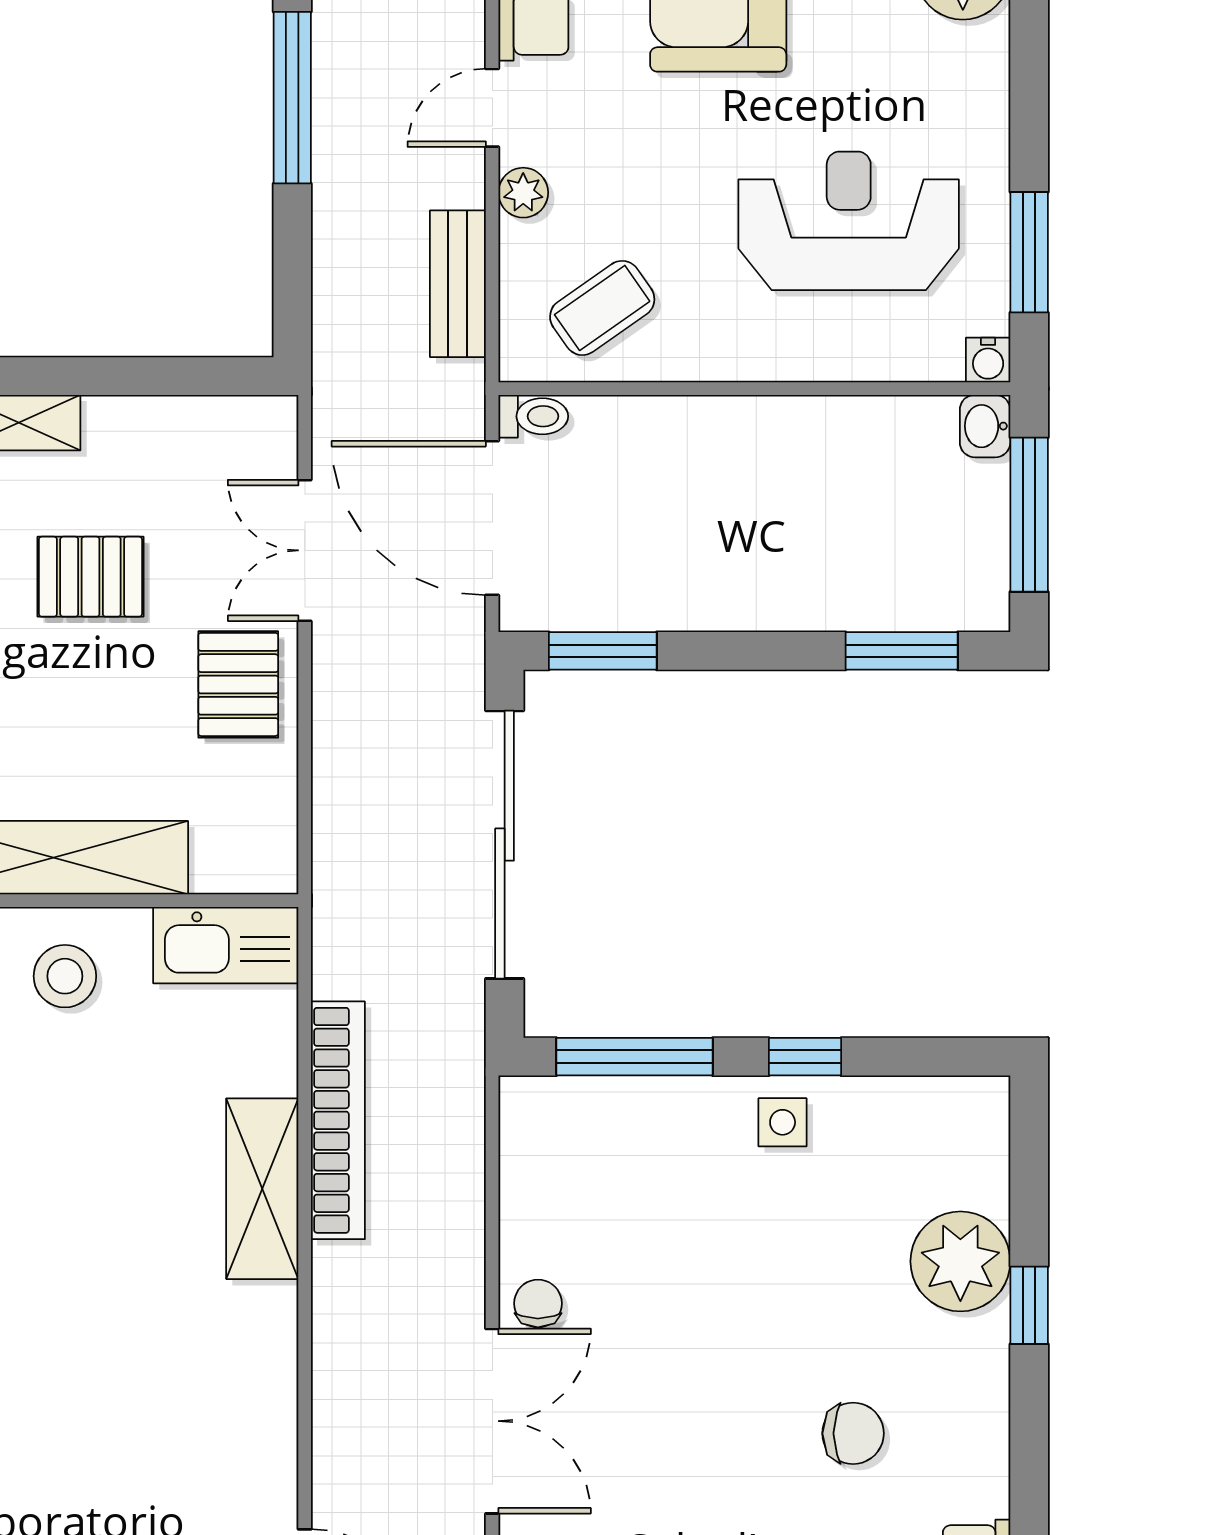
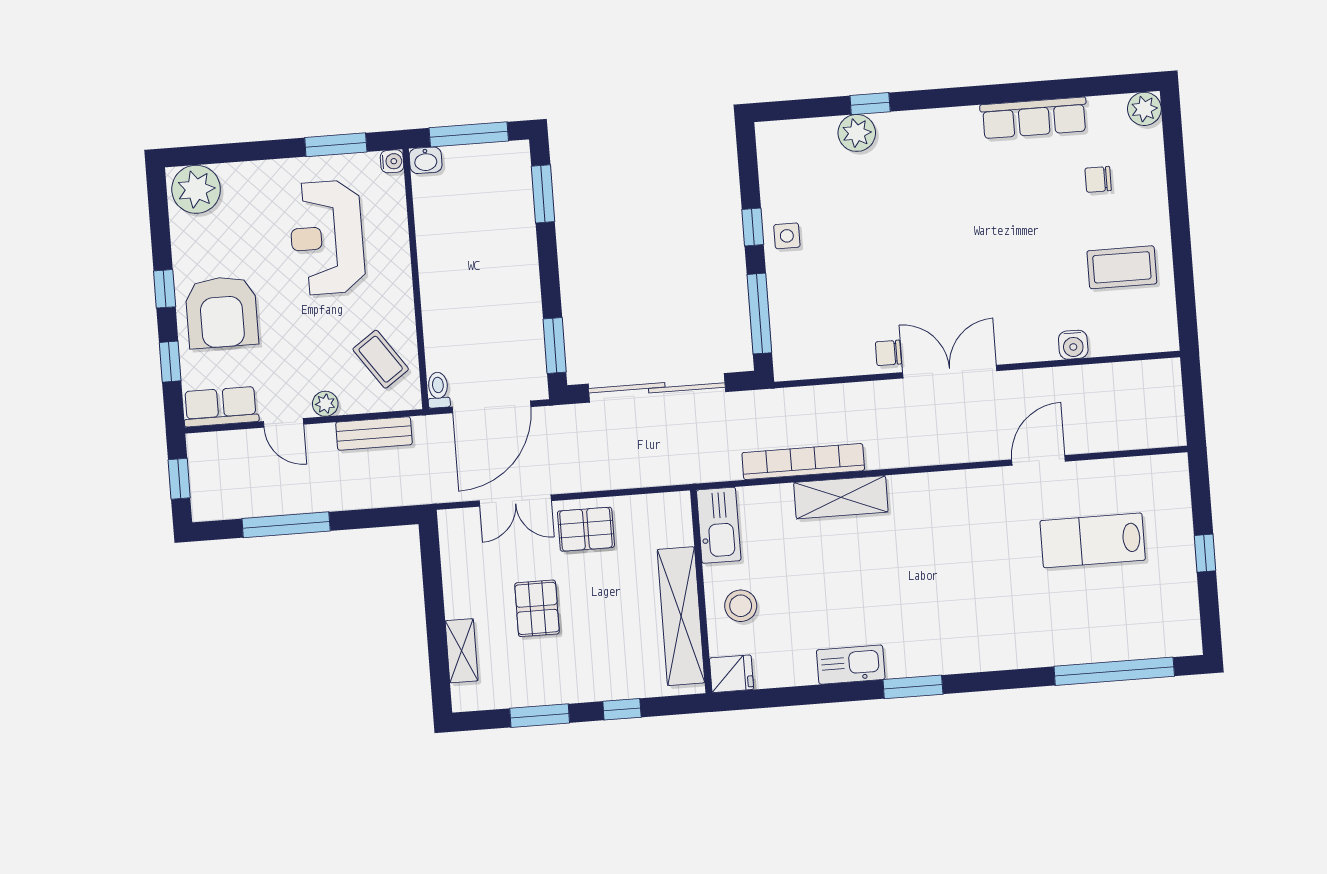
plant: (960, 1261) -> (857, 133), width x0.73, depth x0.73
chair: (853, 1433) -> (942, 188), removed

